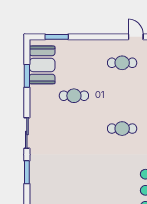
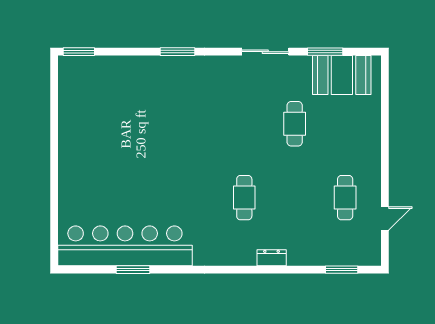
window: (57, 37) -> (385, 97), removed
sliding door: (27, 133) -> (265, 52), moved

